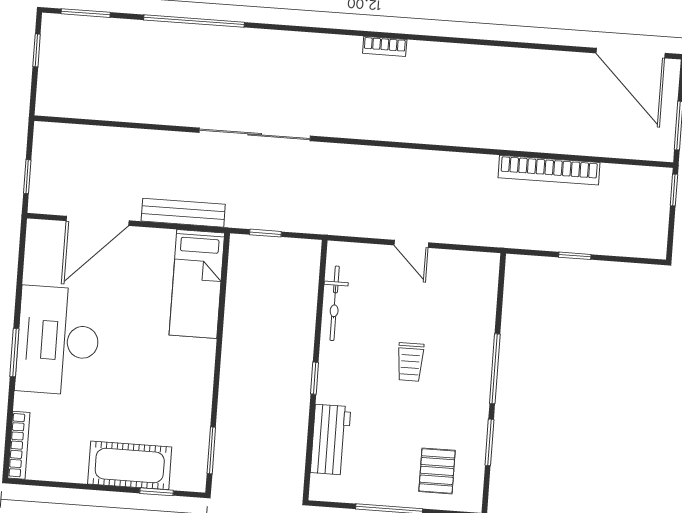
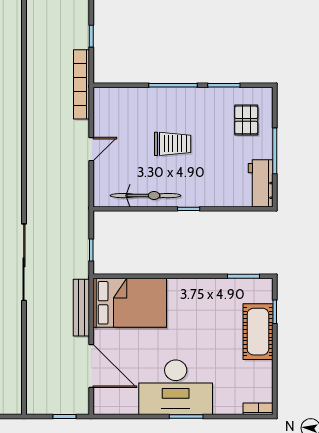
bookcase: (549, 170) -> (82, 84), moved, turned 180
bed: (197, 284) -> (130, 303), width x1.50
bicycle: (335, 303) -> (146, 196), width x1.37, depth x1.40
trolley: (410, 362) -> (173, 144), width x1.36, depth x1.39
workbench: (331, 440) -> (261, 183), moved, turned -90
bookcase: (19, 445) -> (258, 409), width x0.64
pallet: (437, 471) -> (246, 120), turned 90

